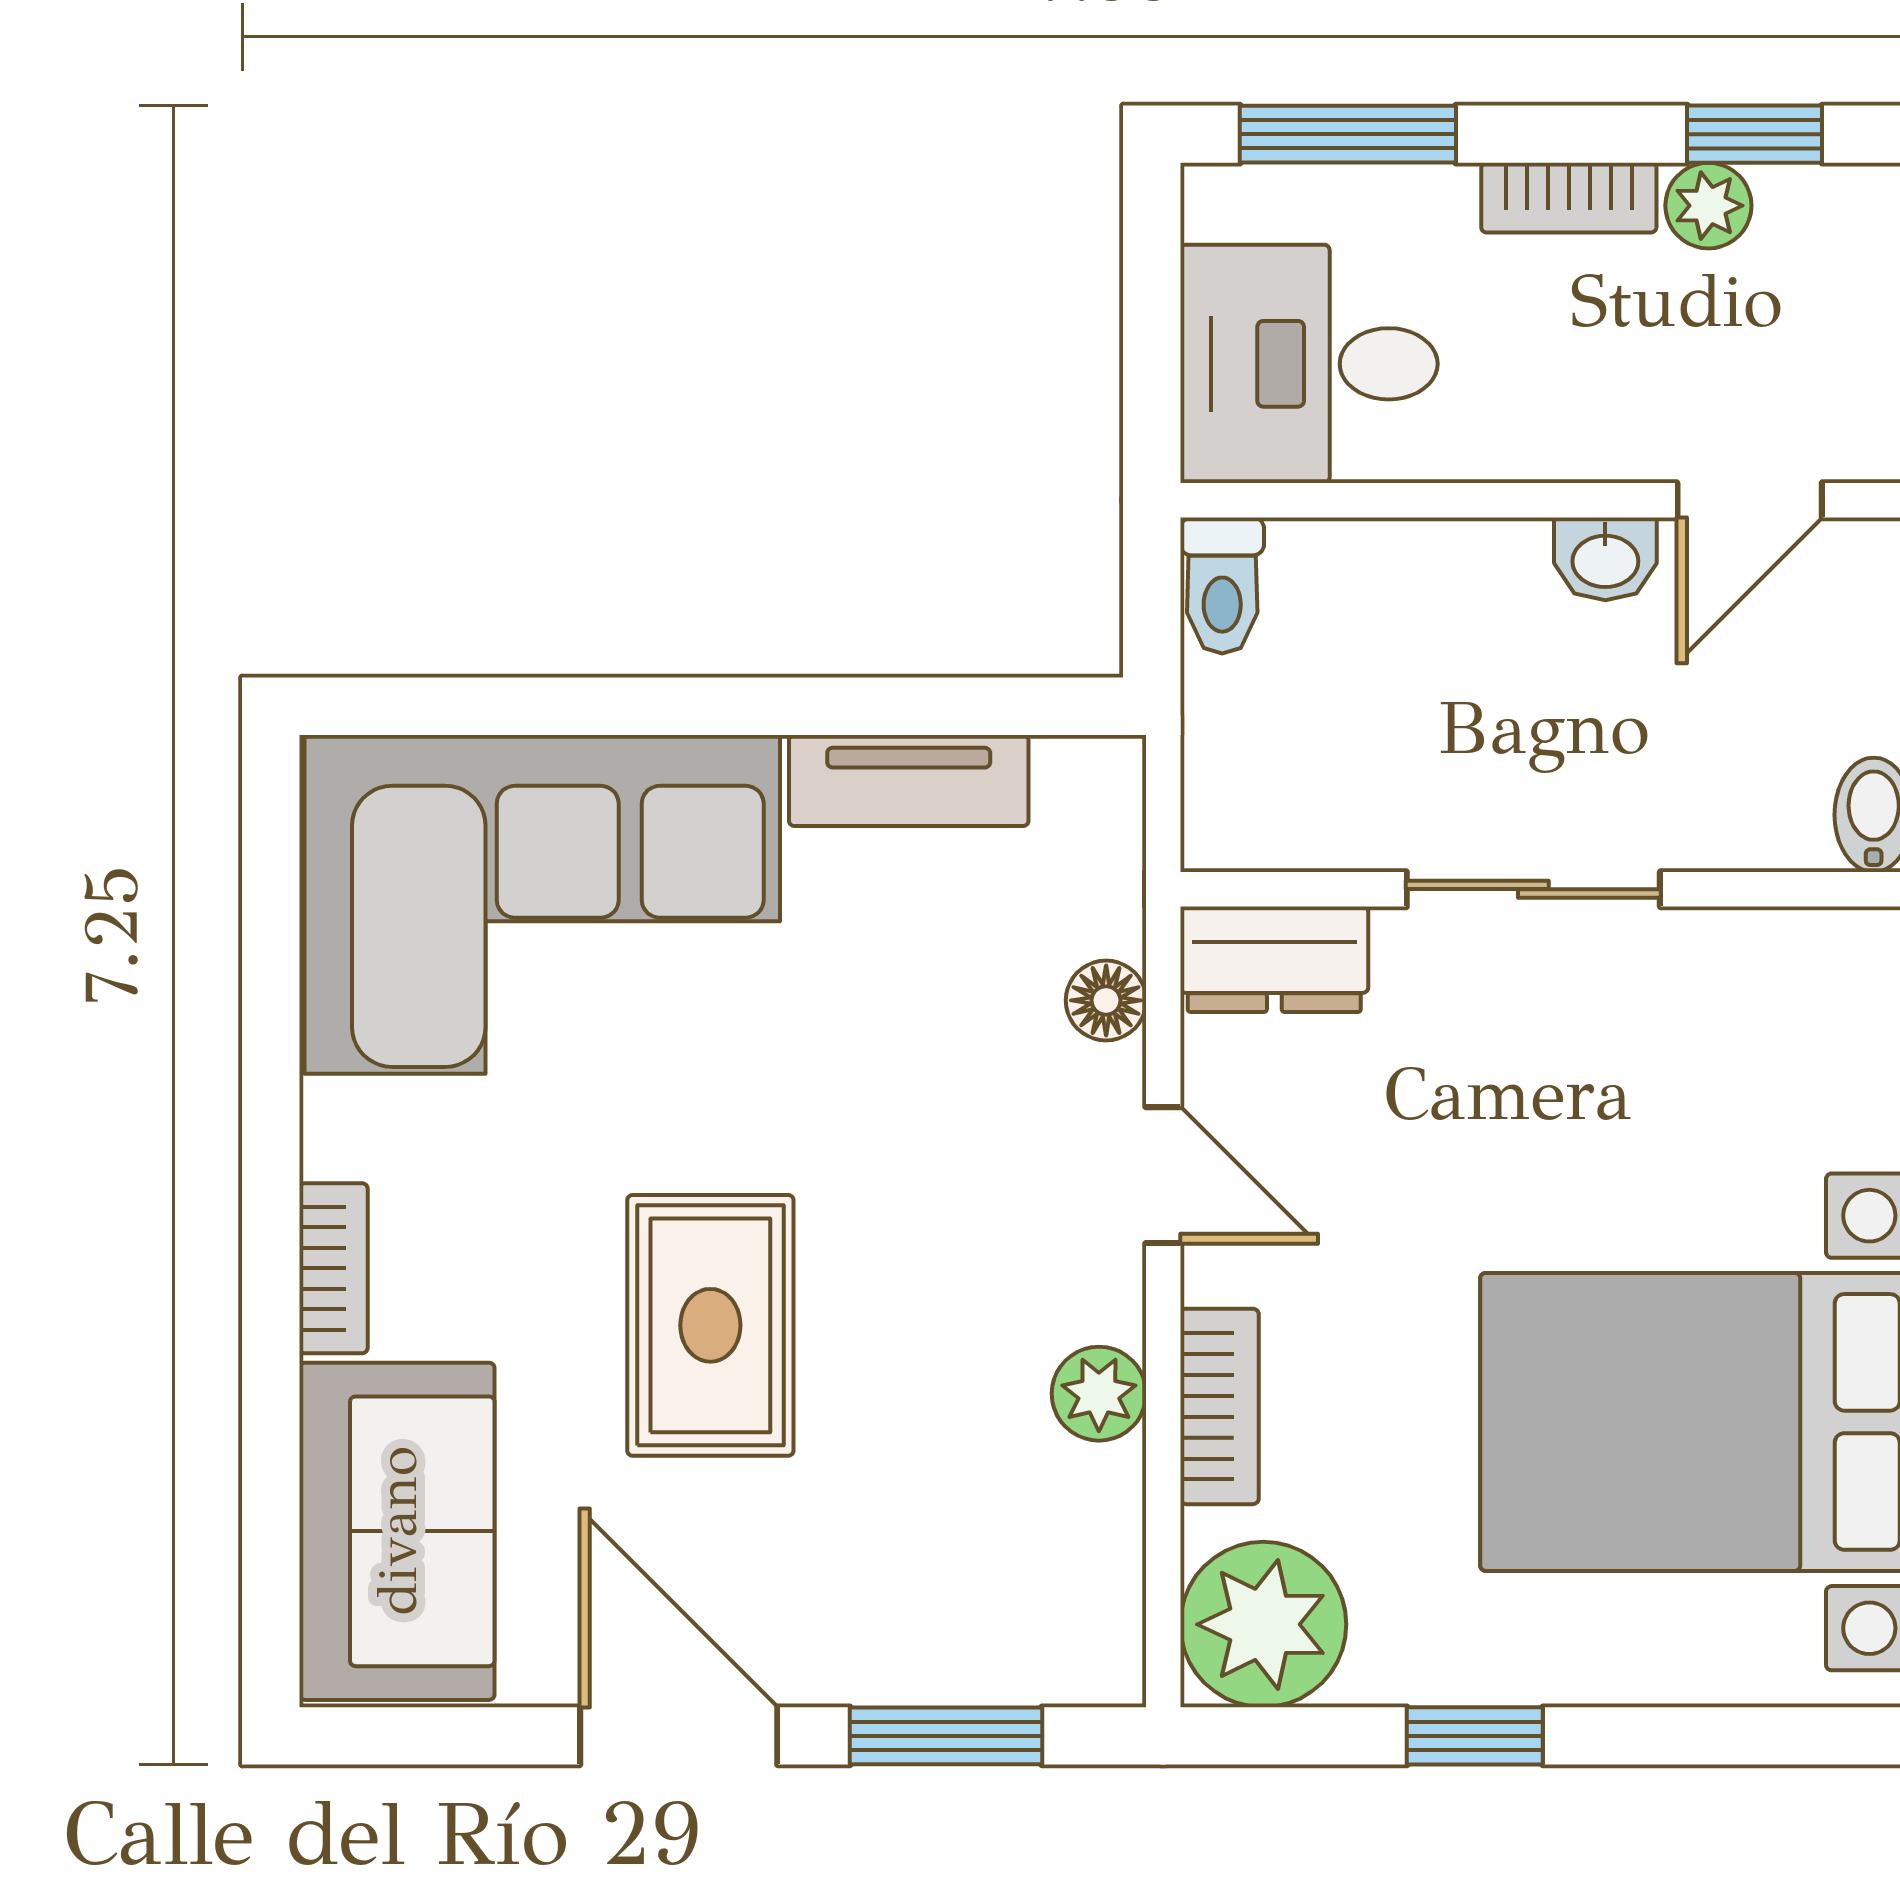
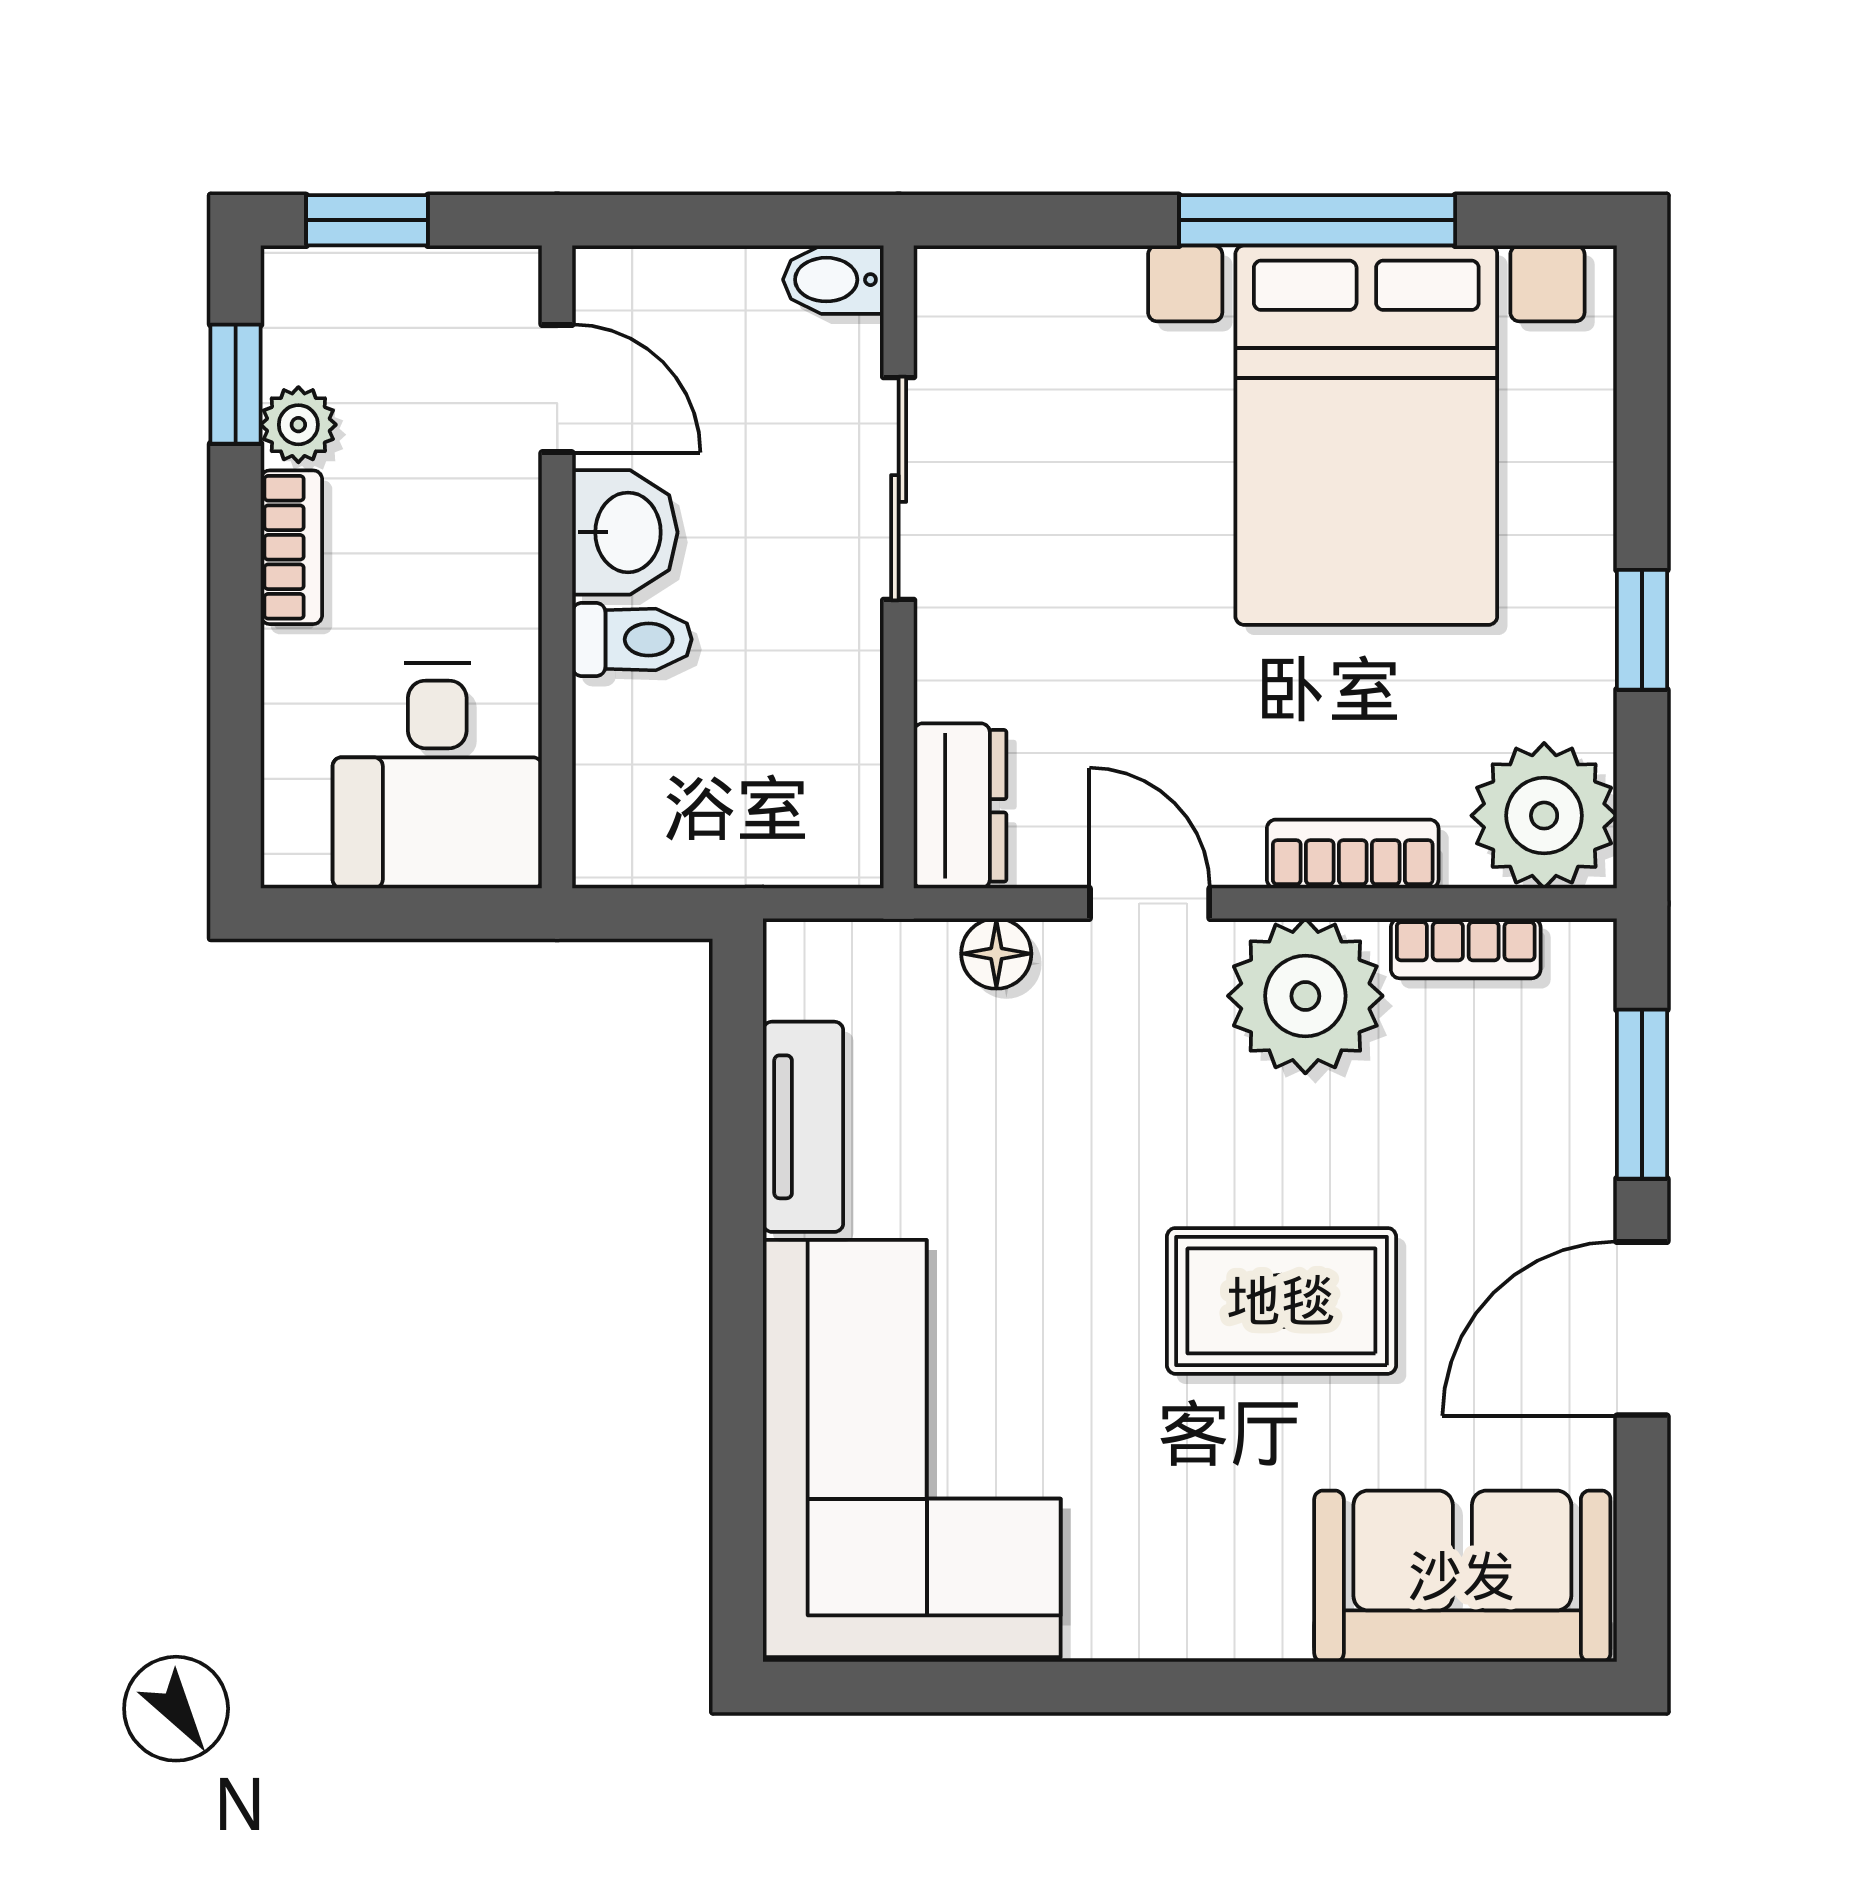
window: (1348, 134) -> (236, 741), removed
washbasin: (1605, 559) -> (625, 532), width x1.38, depth x1.45
toilet: (1222, 585) -> (632, 639), moved
sliding door: (1533, 889) -> (899, 488), moved
door: (1163, 1175) -> (1150, 903), hinge flipped
bookcase: (333, 1268) -> (1466, 948), moved, turned 180
plant: (1099, 1394) -> (1305, 996), width x1.88, depth x1.88

